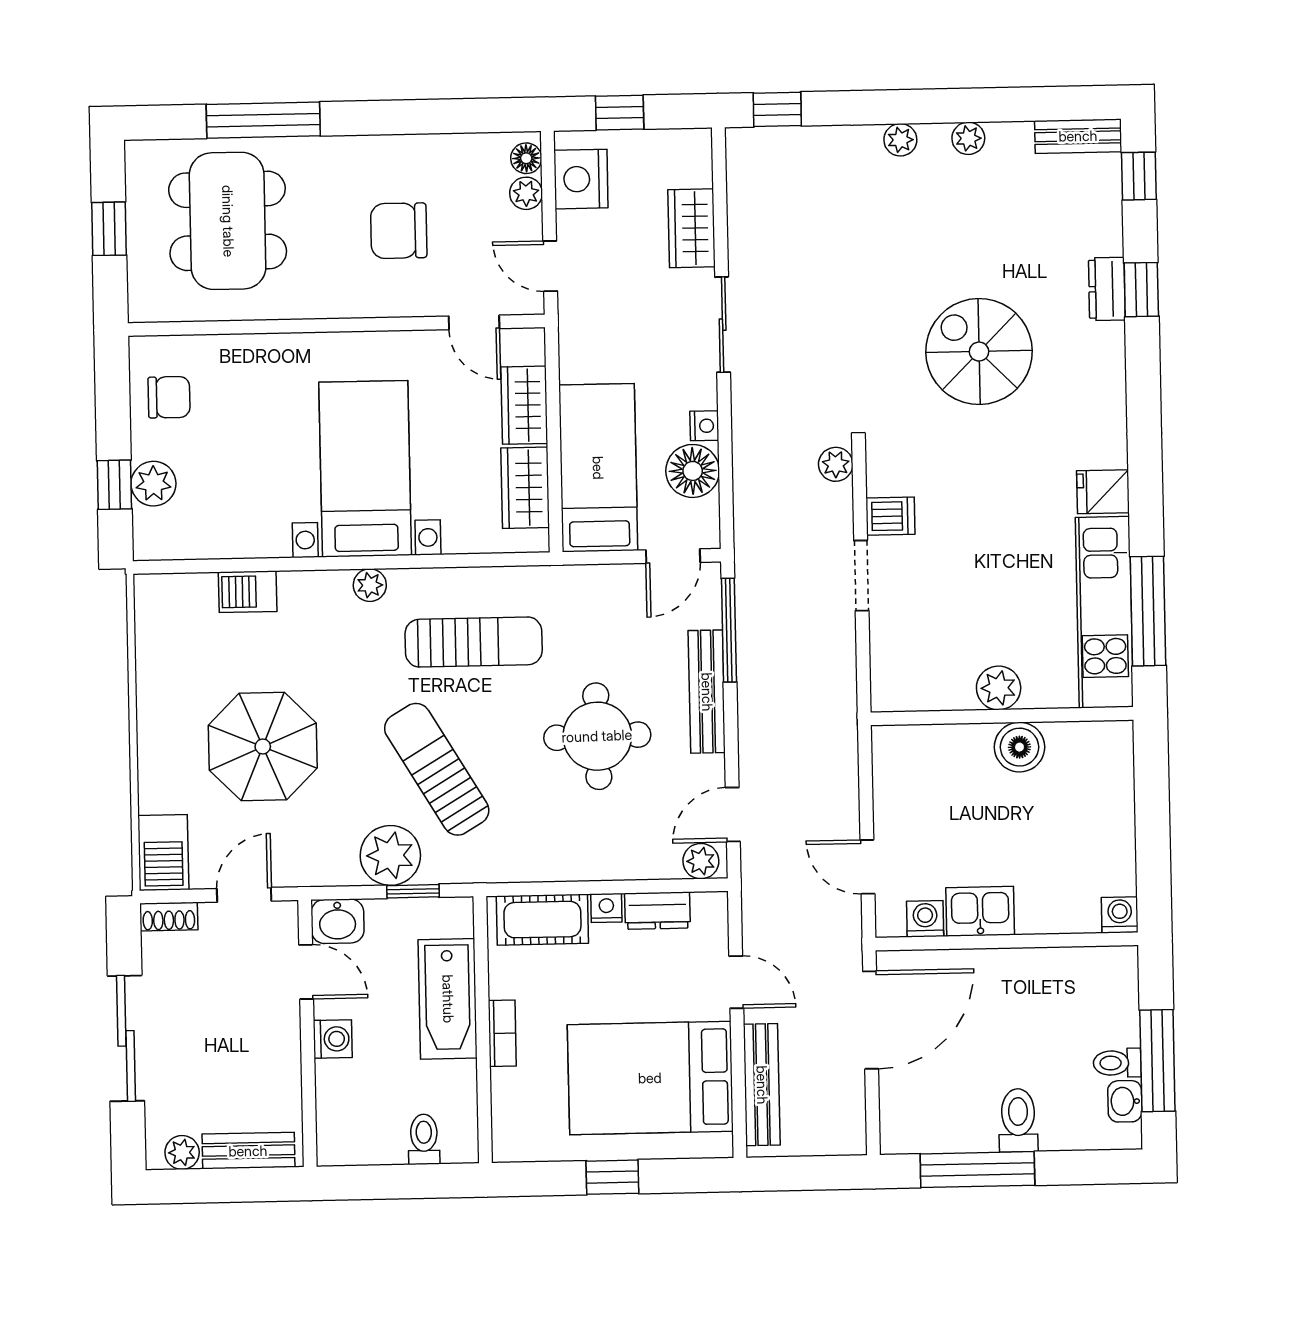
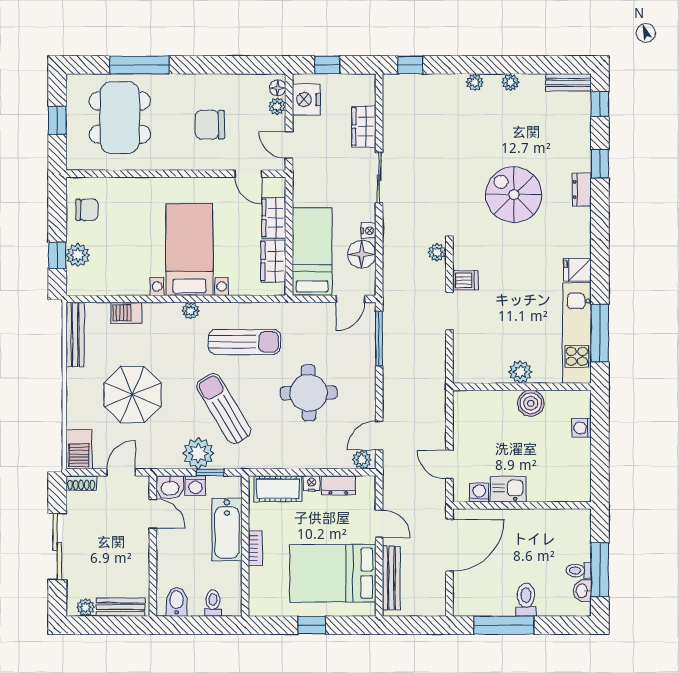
dresser: (1107, 289) -> (582, 190), moved
bench: (707, 692) -> (75, 335), moved
washing machine: (1120, 915) -> (582, 428), moved, turned -90
washing machine: (333, 1039) -> (195, 486), moved, turned 90
bidet: (355, 1138) -> (177, 602), added

